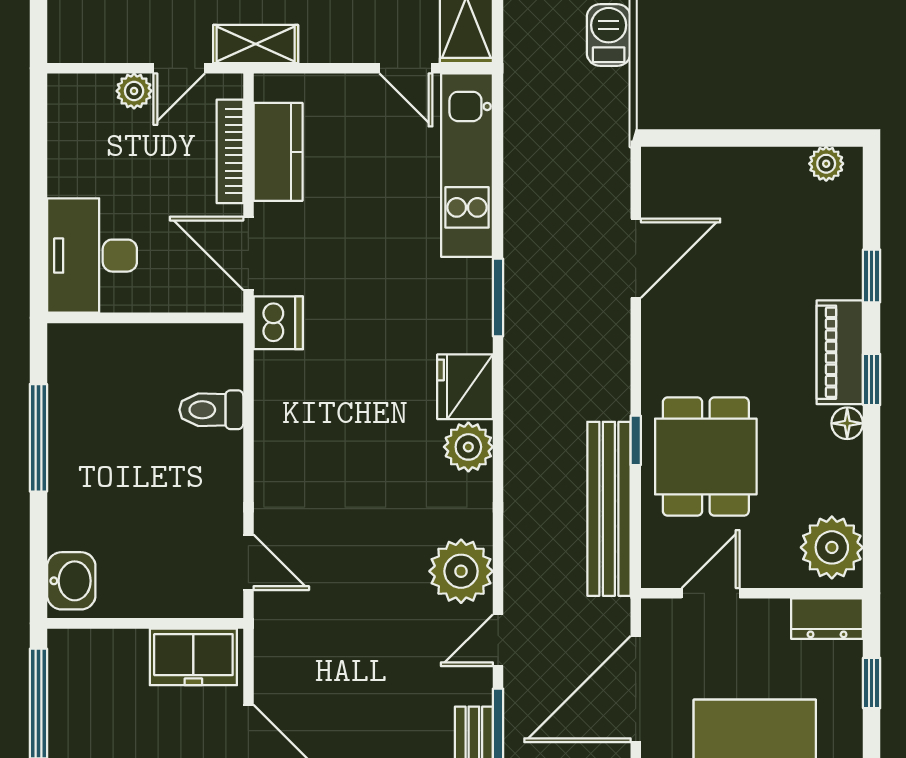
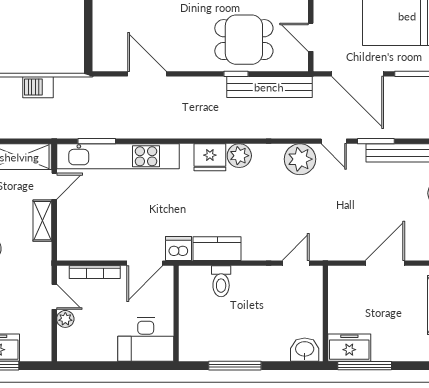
shelving: (256, 44) -> (42, 221), moved
kitchen counter: (278, 152) -> (217, 249), moved
kitchen unit: (467, 165) -> (118, 156), width x1.36
window: (498, 297) -> (97, 141), moved
freezer: (193, 657) -> (349, 348), moved, turned -90

